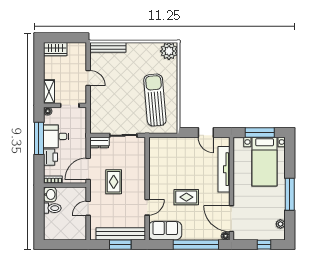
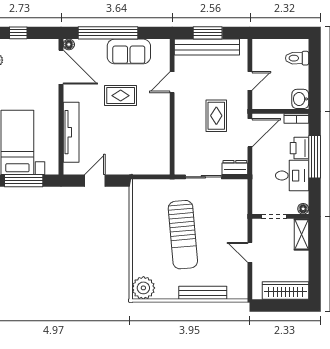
bench: (108, 47) -> (203, 293), moved
wardrobe: (55, 49) -> (285, 291), width x1.50
sun lounger: (155, 100) -> (183, 235), moved
door: (206, 132) -> (95, 181), hinge flipped
window: (39, 138) -> (315, 157), moved
toilet: (52, 208) -> (297, 58), moved
sofa: (165, 231) -> (129, 51), moved

